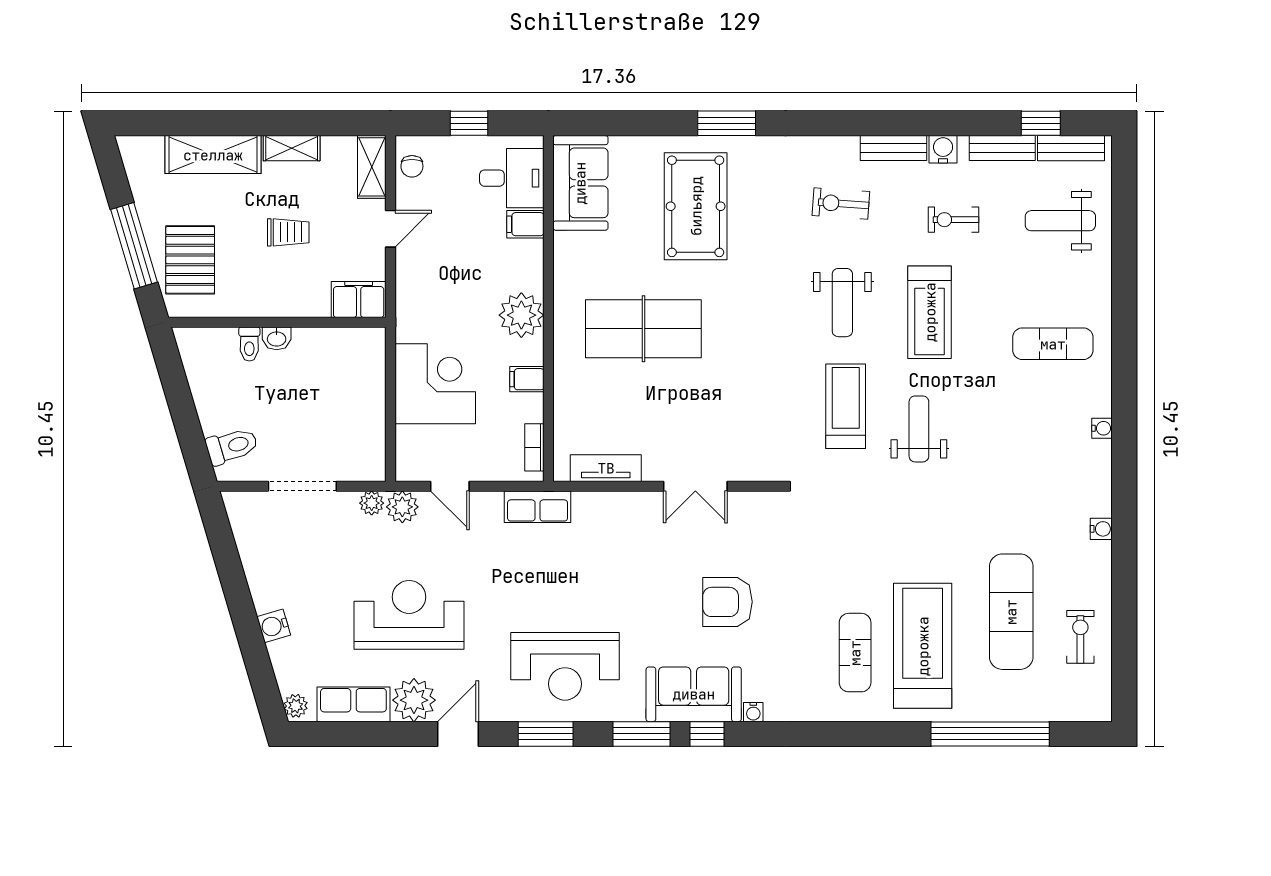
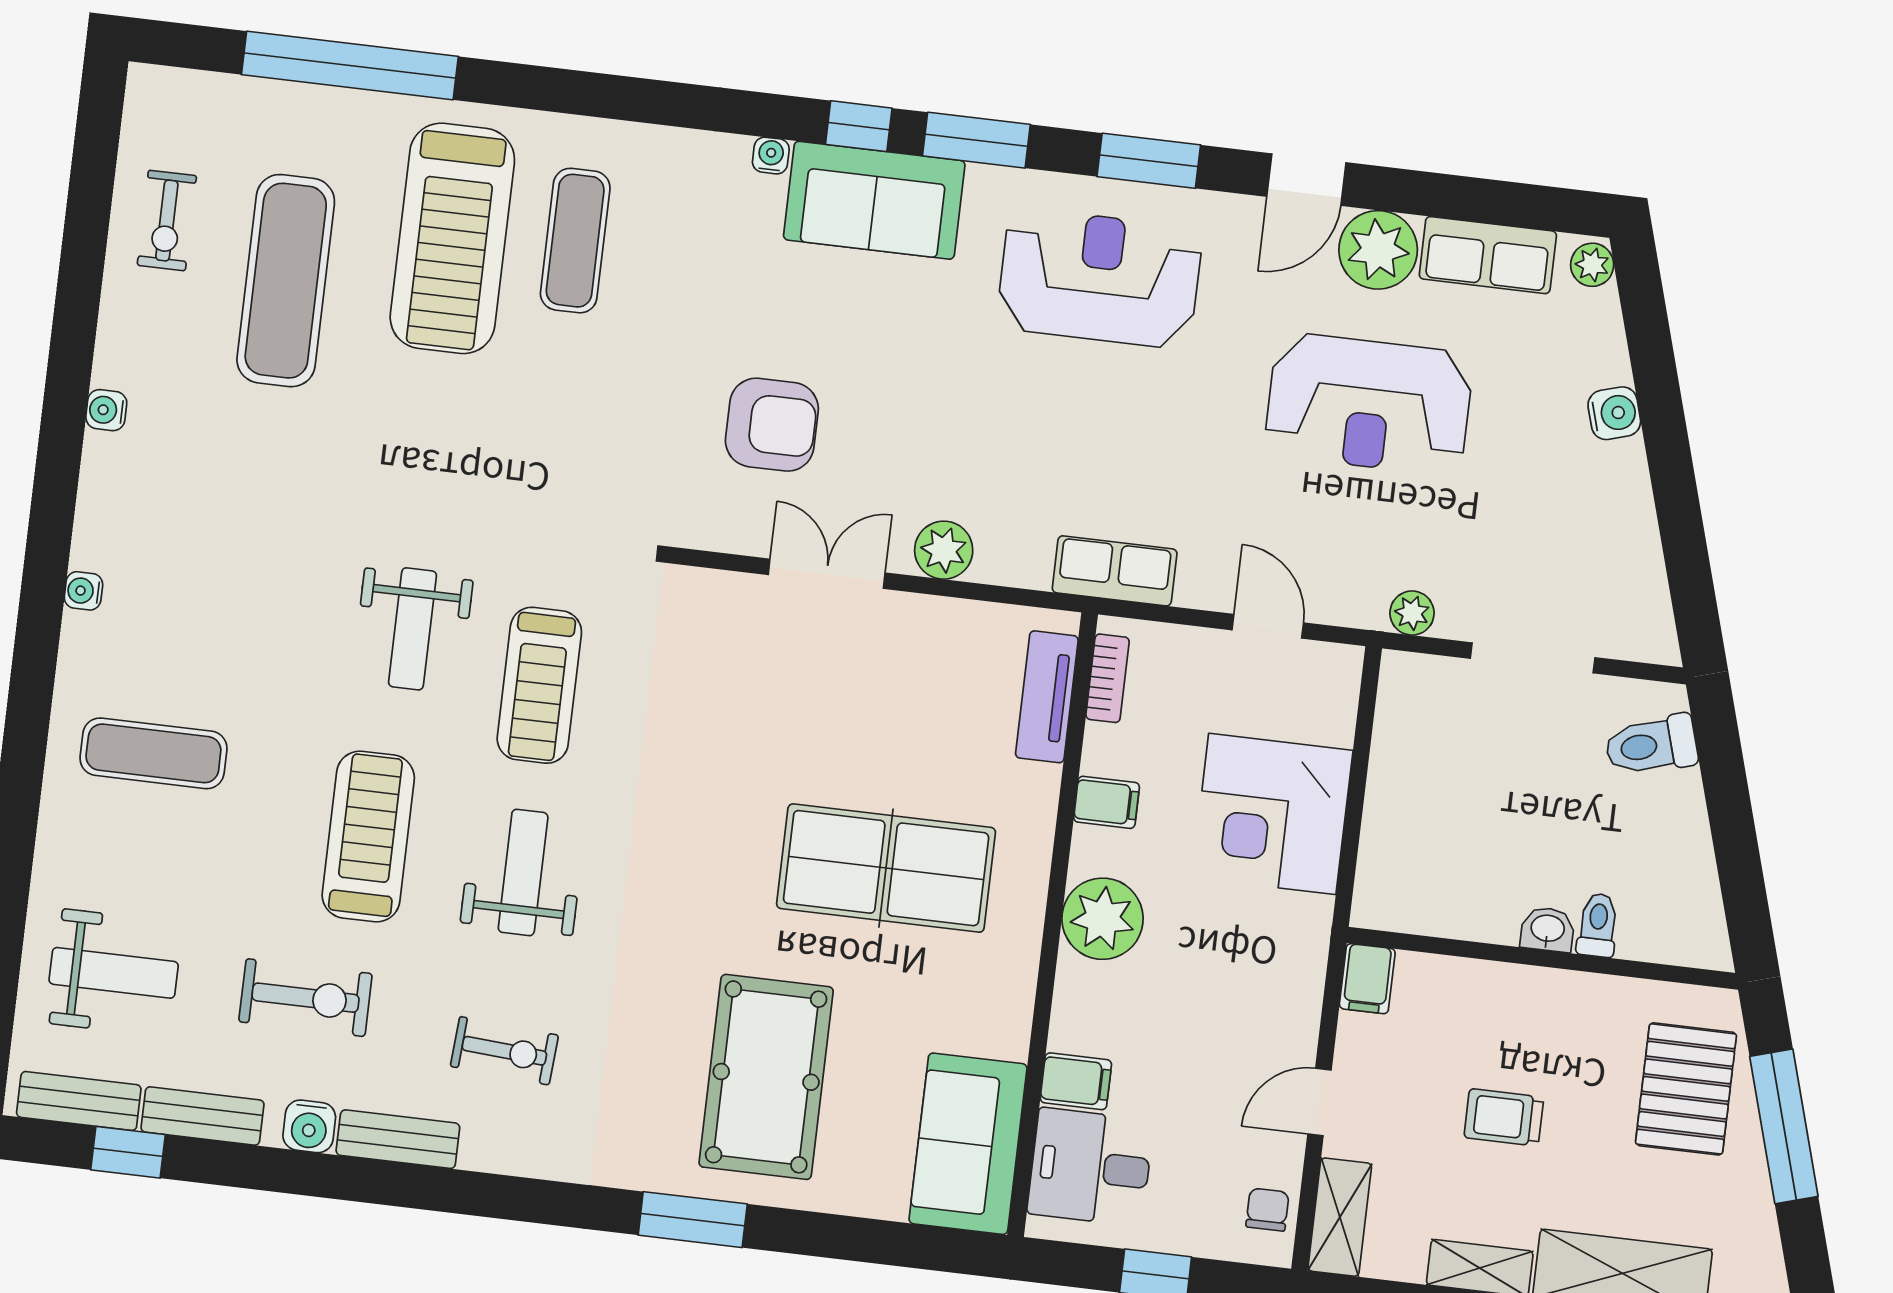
exercise bike: (953, 220) -> (306, 998), width x1.38, depth x1.39
filing cabinet: (359, 299) -> (1367, 979), width x0.50
tv unit: (606, 468) -> (1047, 697), moved, turned 90
plant: (402, 507) -> (944, 550), moved
armchair: (727, 602) -> (772, 425), moved

